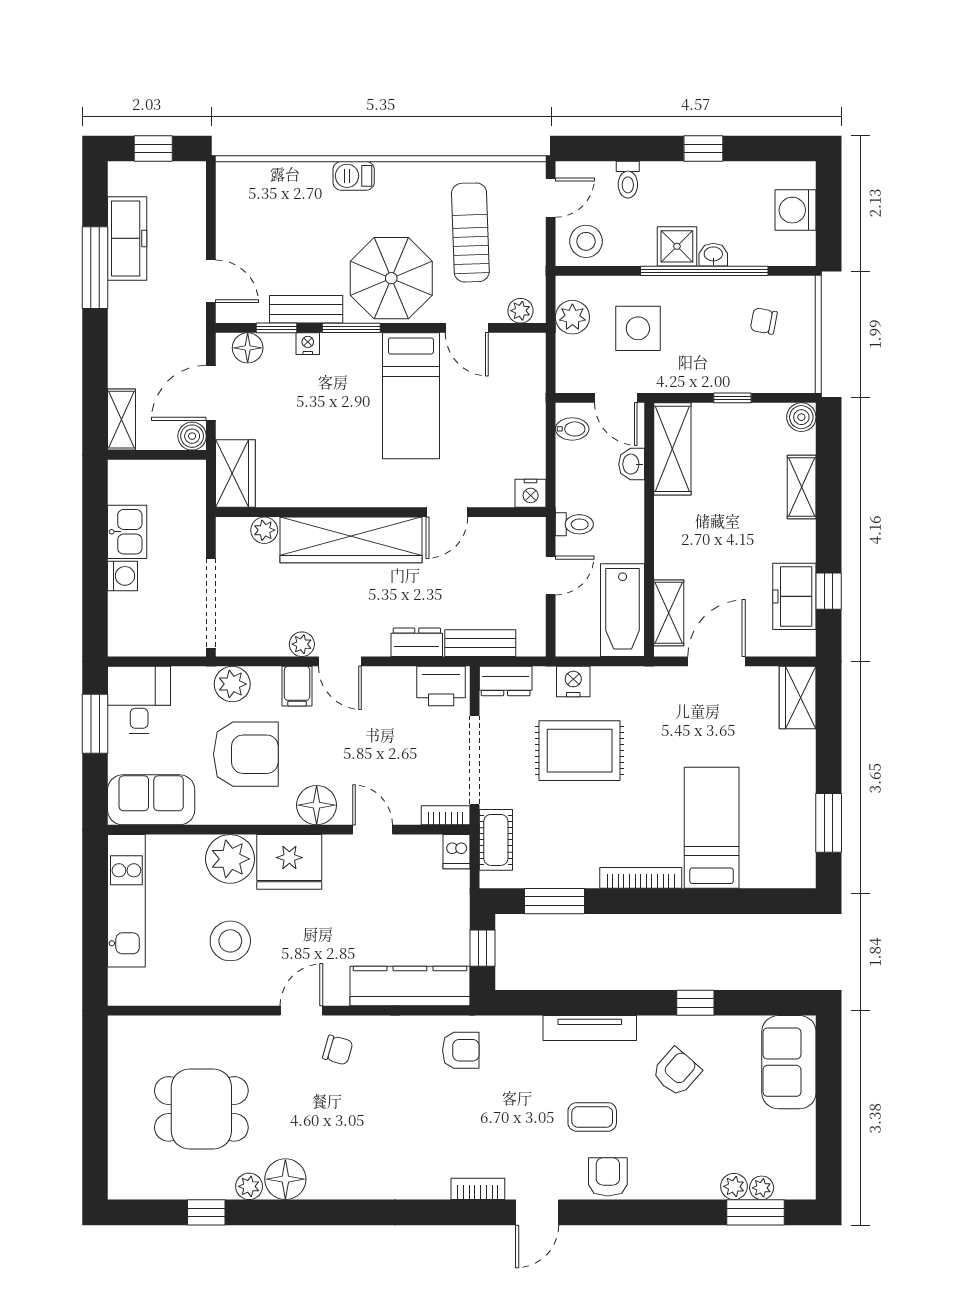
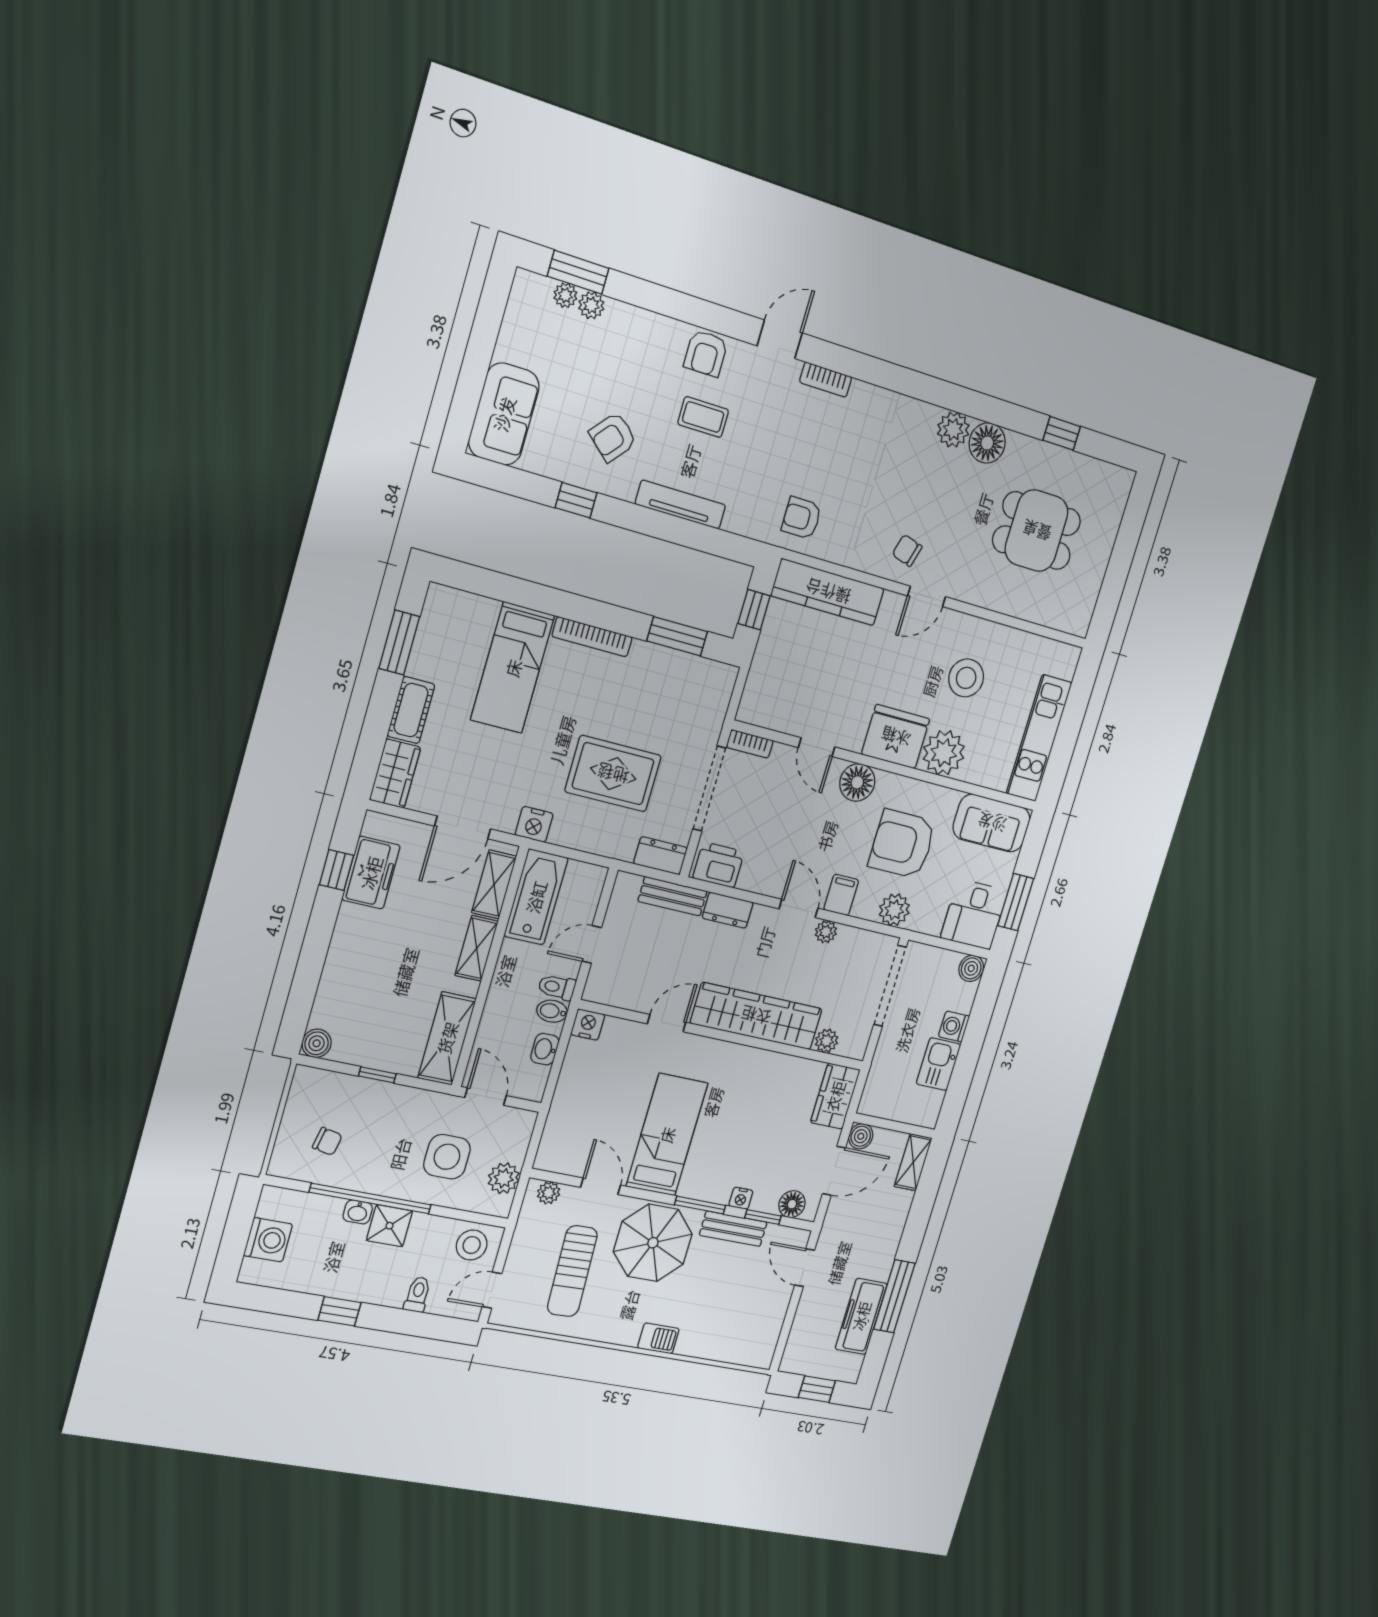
bidet: (572, 429) -> (552, 1011), moved
washbasin: (632, 464) -> (545, 1049), moved, turned 180
shelving: (802, 487) -> (477, 948), moved
boiler: (123, 642) -> (971, 968), added
nightstand: (573, 681) -> (534, 824), moved
cot: (496, 840) -> (411, 710), moved
dishwasher: (456, 852) -> (750, 707), removed
plant: (249, 1186) -> (953, 430), moved, width x1.38, depth x1.38

